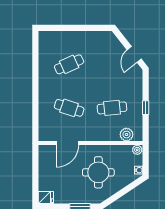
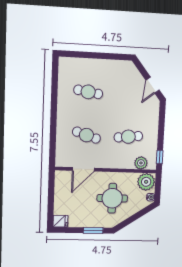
cafe table: (69, 64) -> (88, 92), turned 33
window: (146, 108) -> (160, 157), moved
plant: (137, 150) -> (146, 182), width x1.88, depth x1.88

